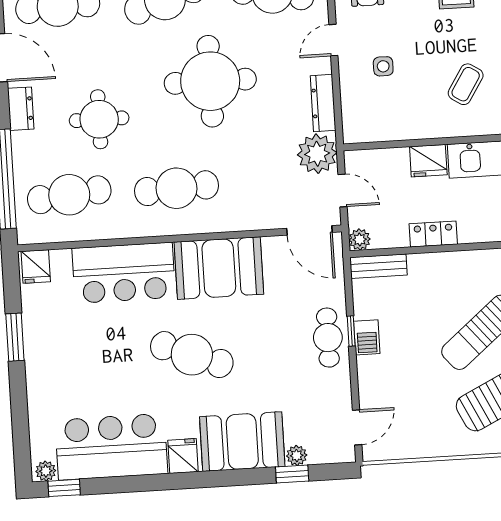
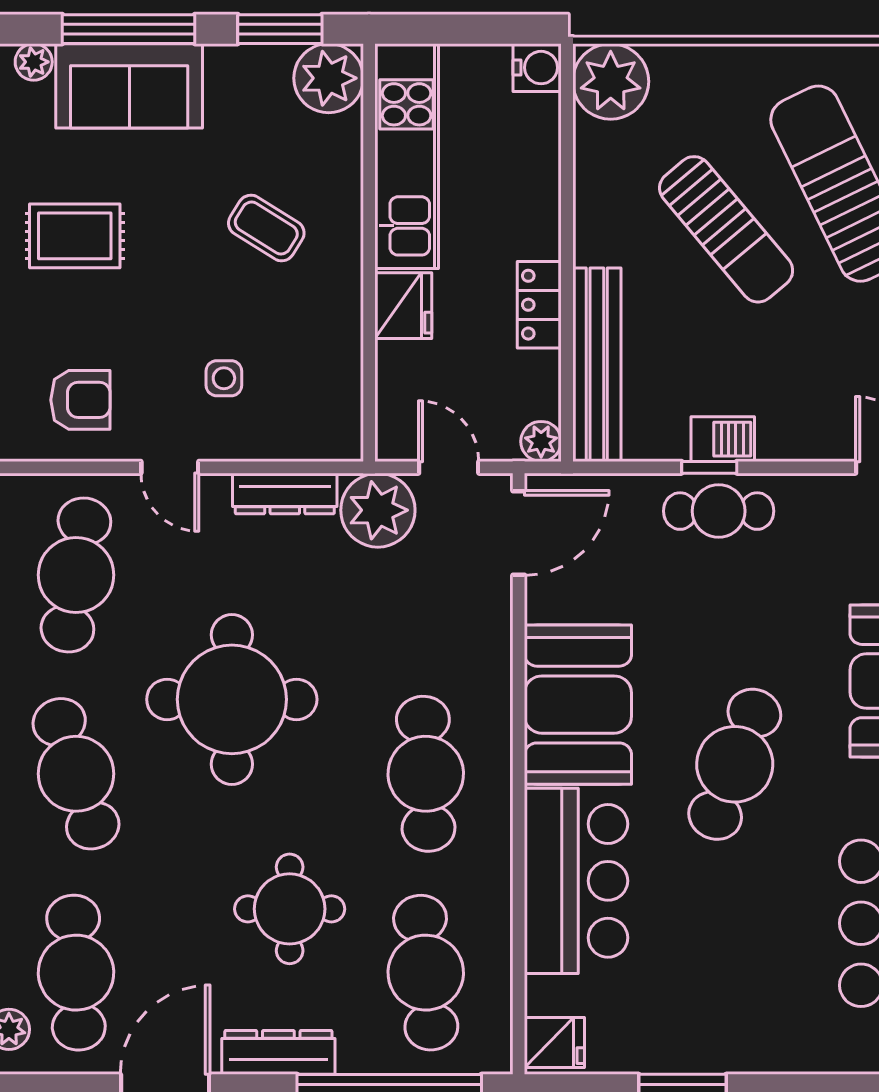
dresser: (21, 109) -> (278, 1052), width x1.44
door: (343, 190) -> (449, 467), hinge flipped
bench: (378, 266) -> (597, 365), width x1.86, depth x1.21

